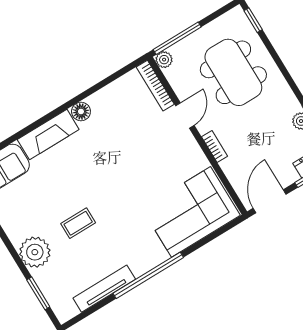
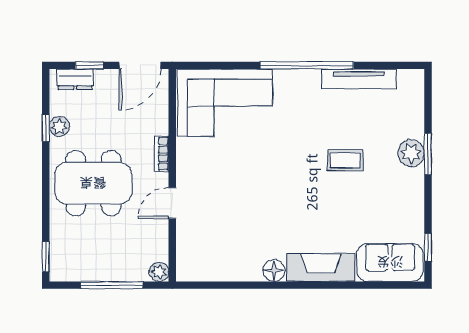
window: (177, 38) -> (112, 285), moved
dining table: (233, 72) -> (93, 183), moved, turned 90
bookcase: (155, 86) -> (184, 251), removed
plant: (35, 252) -> (411, 153), width x0.73, depth x0.73
window: (38, 293) -> (428, 154), moved

